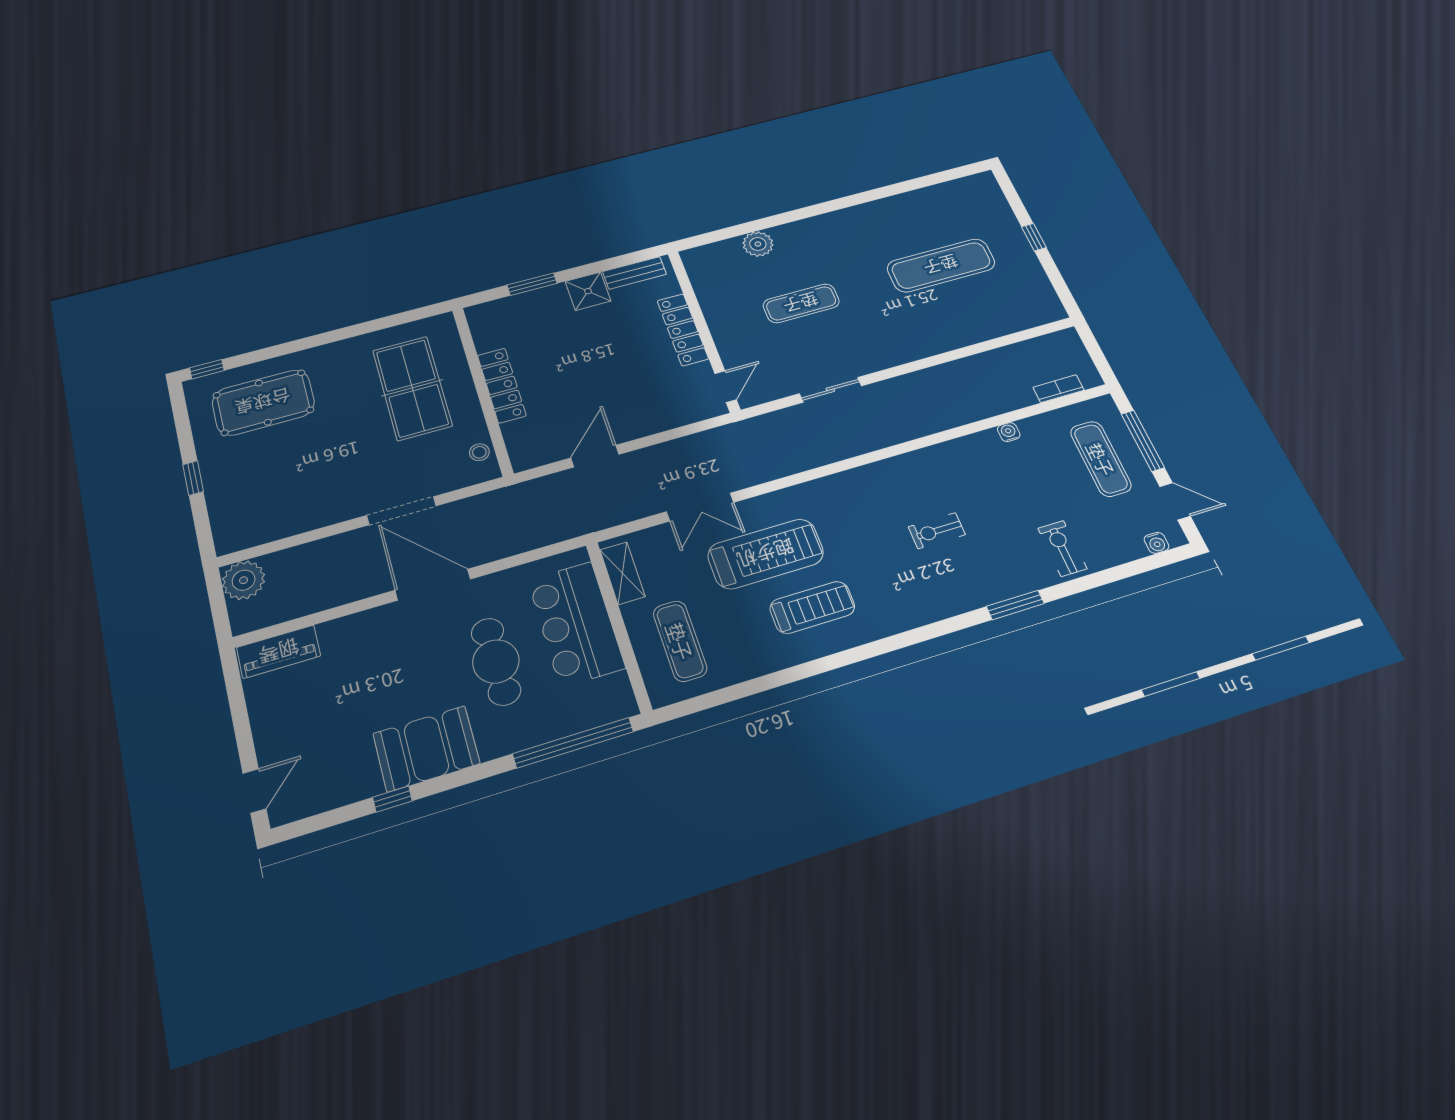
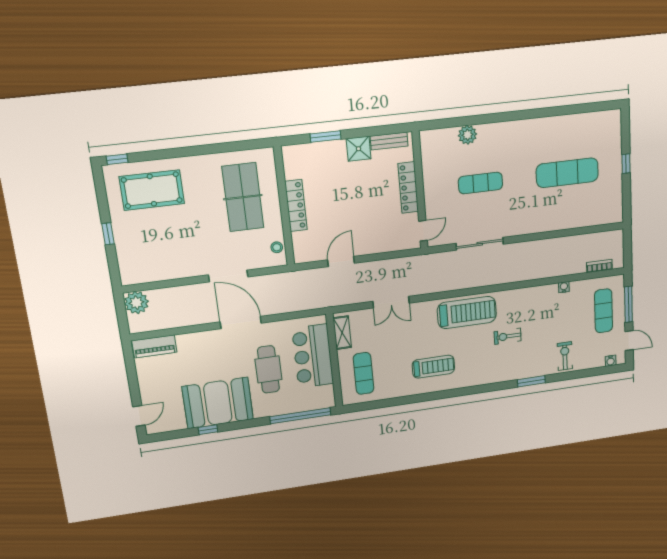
sliding door: (830, 390) -> (480, 244), width x1.37
treadmill: (766, 554) -> (467, 313), moved
booth: (426, 749) -> (218, 403), width x1.36, depth x1.42

